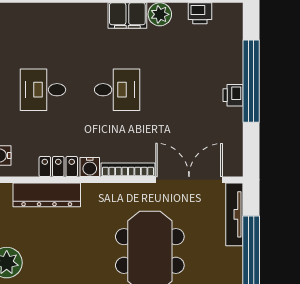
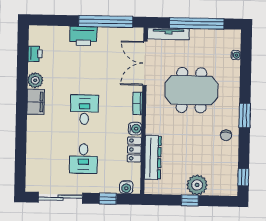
window: (251, 81) -> (106, 21), moved
printer: (233, 95) -> (83, 36), width x1.87, depth x1.48
bookcase: (128, 170) -> (138, 103), width x0.64

